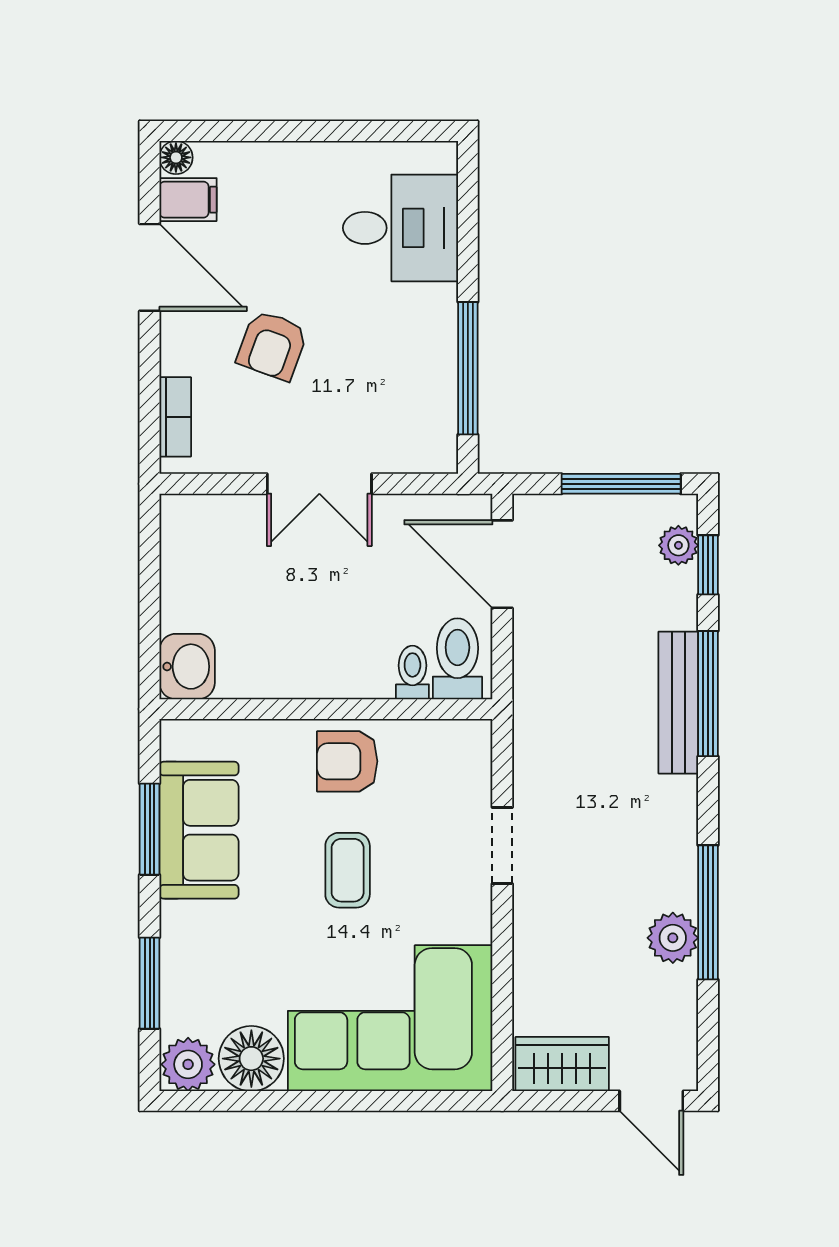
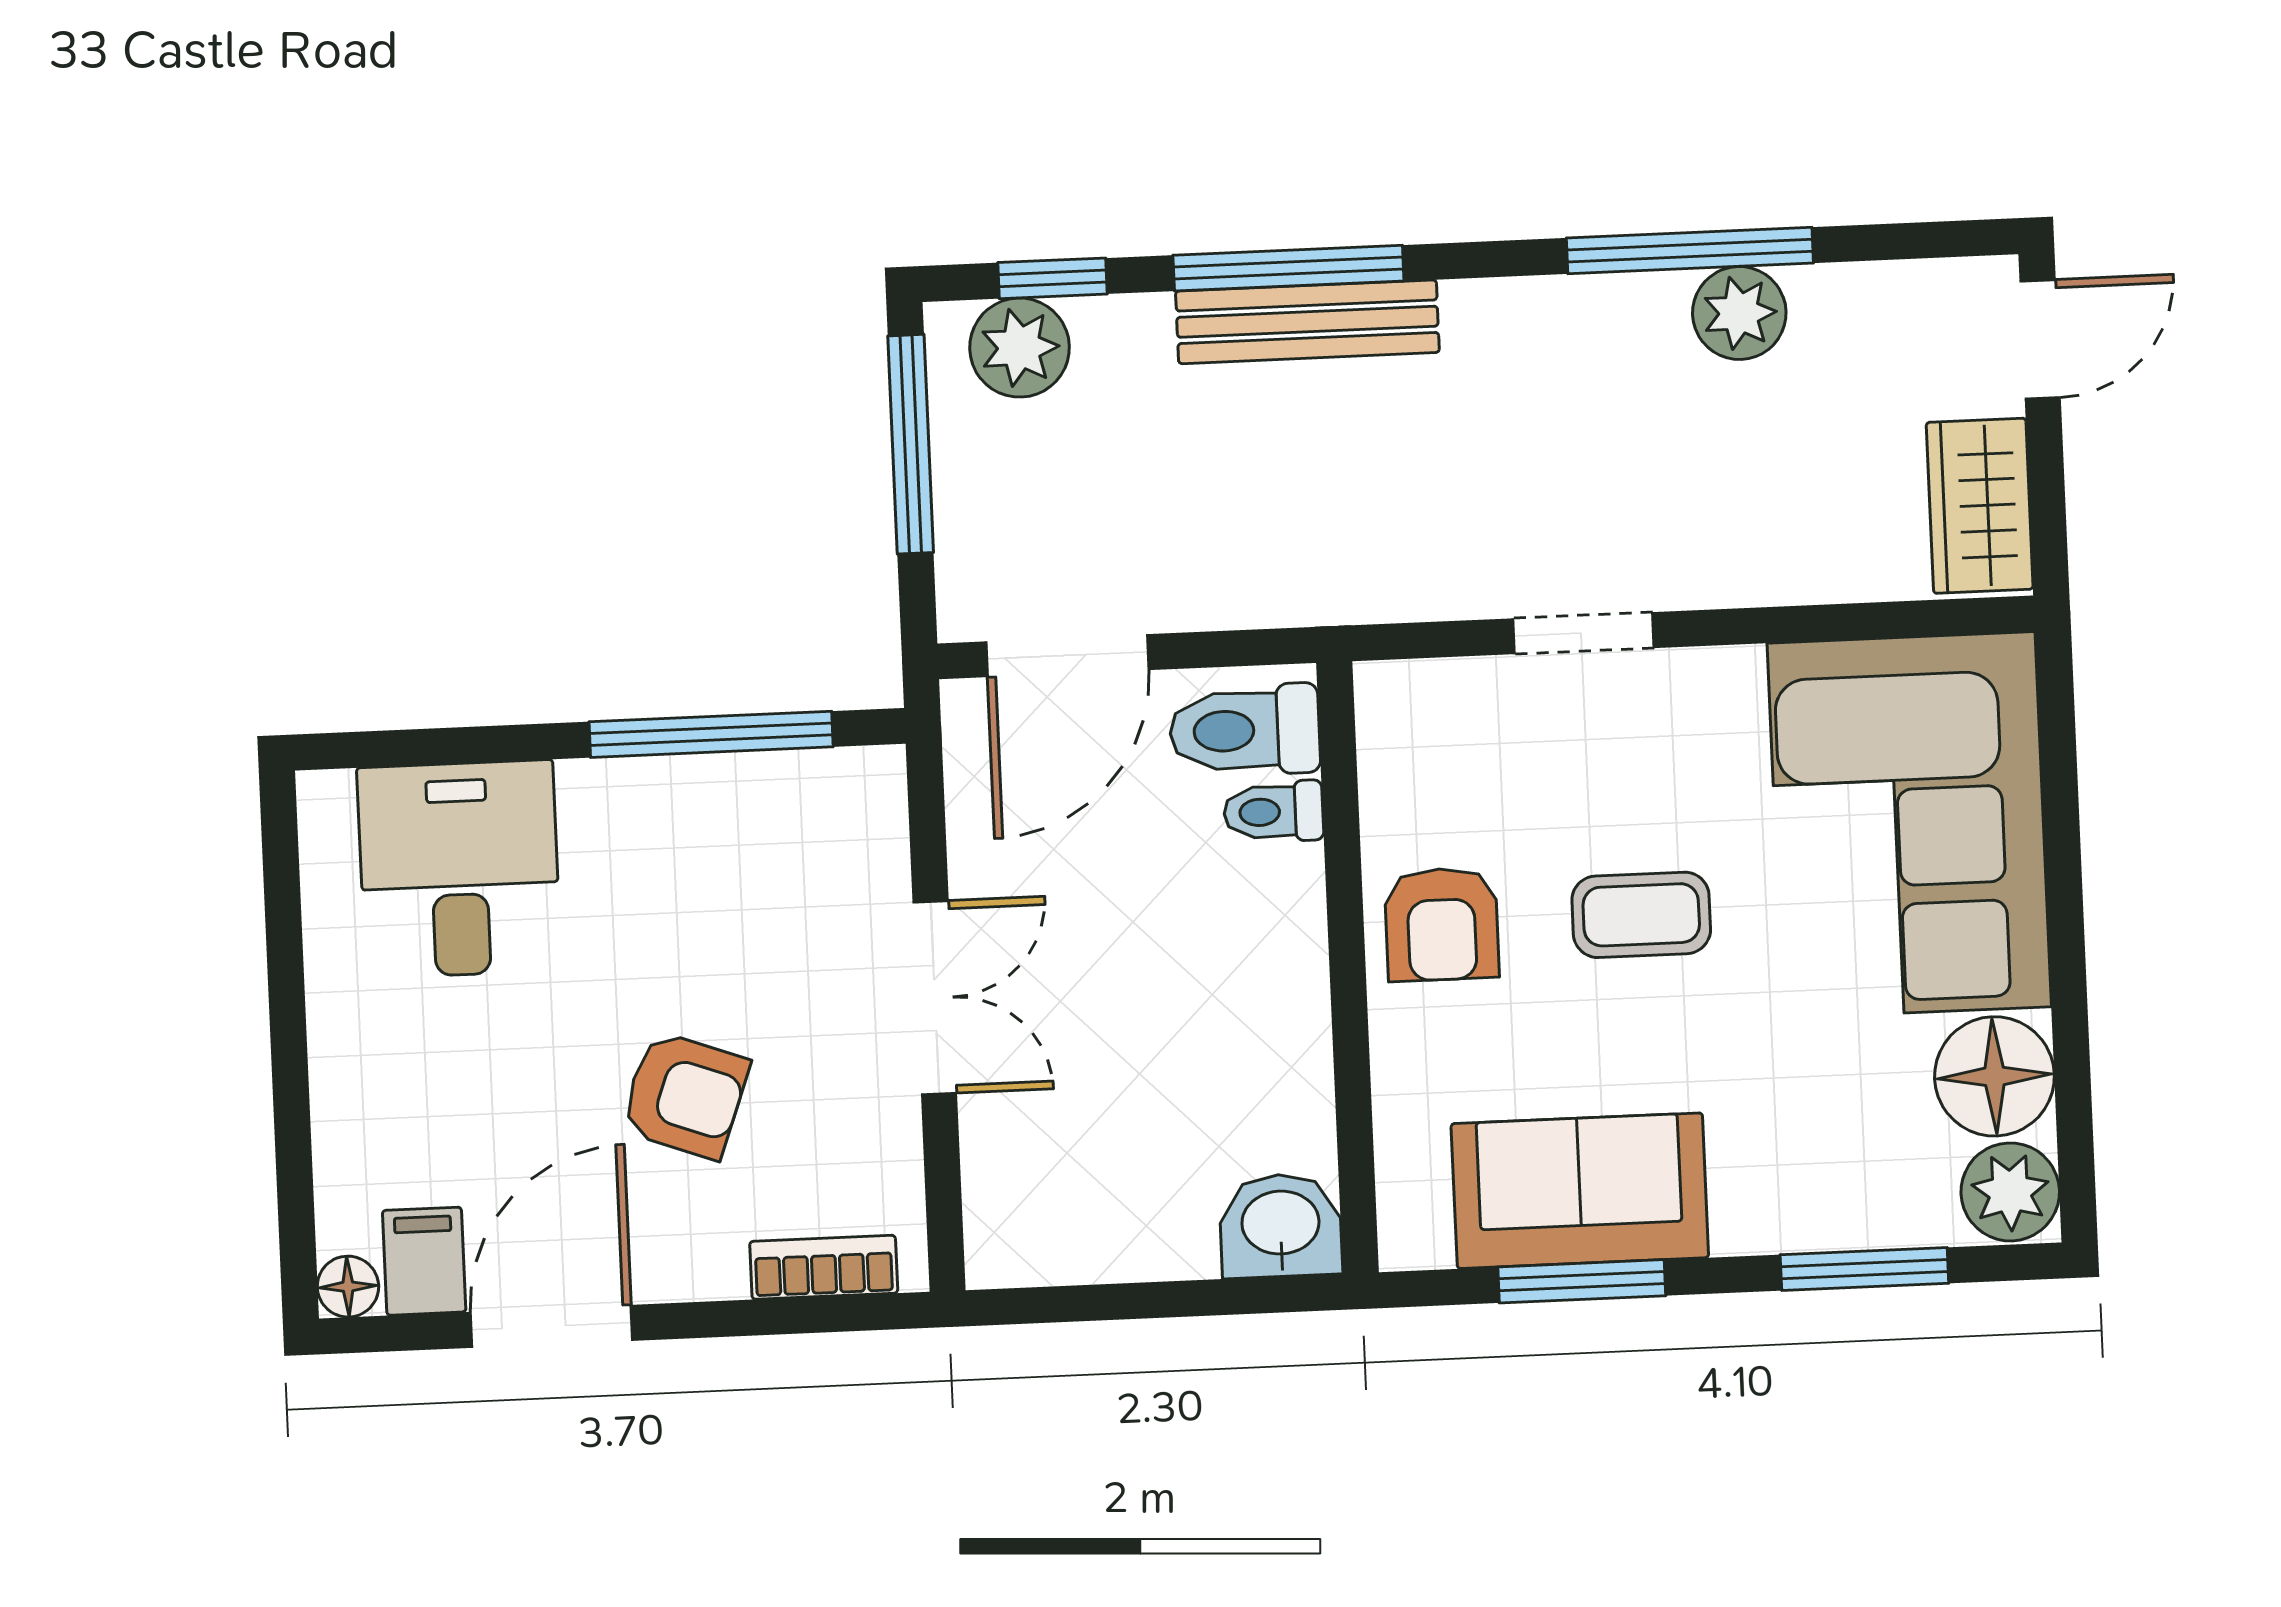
plant: (678, 545) -> (1020, 348), width x1.38, depth x1.38

